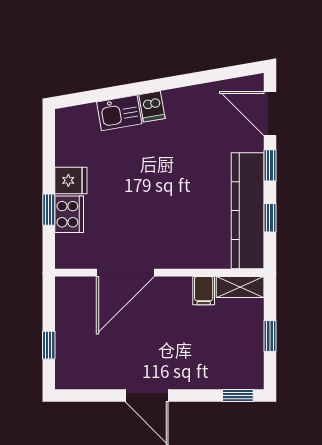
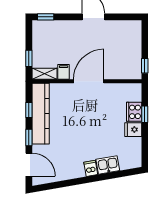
door: (125, 273) -> (89, 81), moved
window: (270, 336) -> (29, 58), moved
window: (49, 345) -> (145, 66), moved

